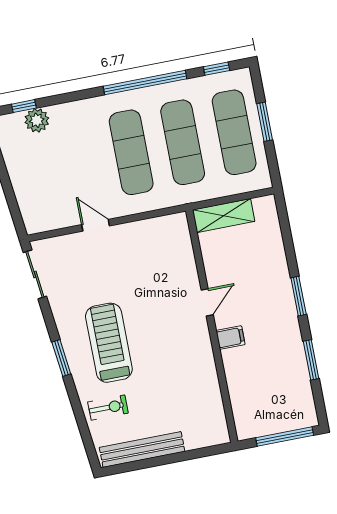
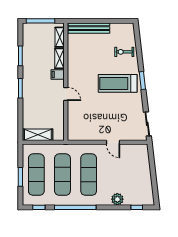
plant: (37, 120) -> (117, 199), moved
shelving: (224, 216) -> (38, 135), moved
door: (207, 302) -> (66, 94), swing flipped
treadmill: (109, 343) -> (118, 83), turned 90
shelving: (233, 370) -> (59, 58), added
shelving: (241, 412) -> (60, 37), added
bench: (142, 449) -> (89, 28), moved

